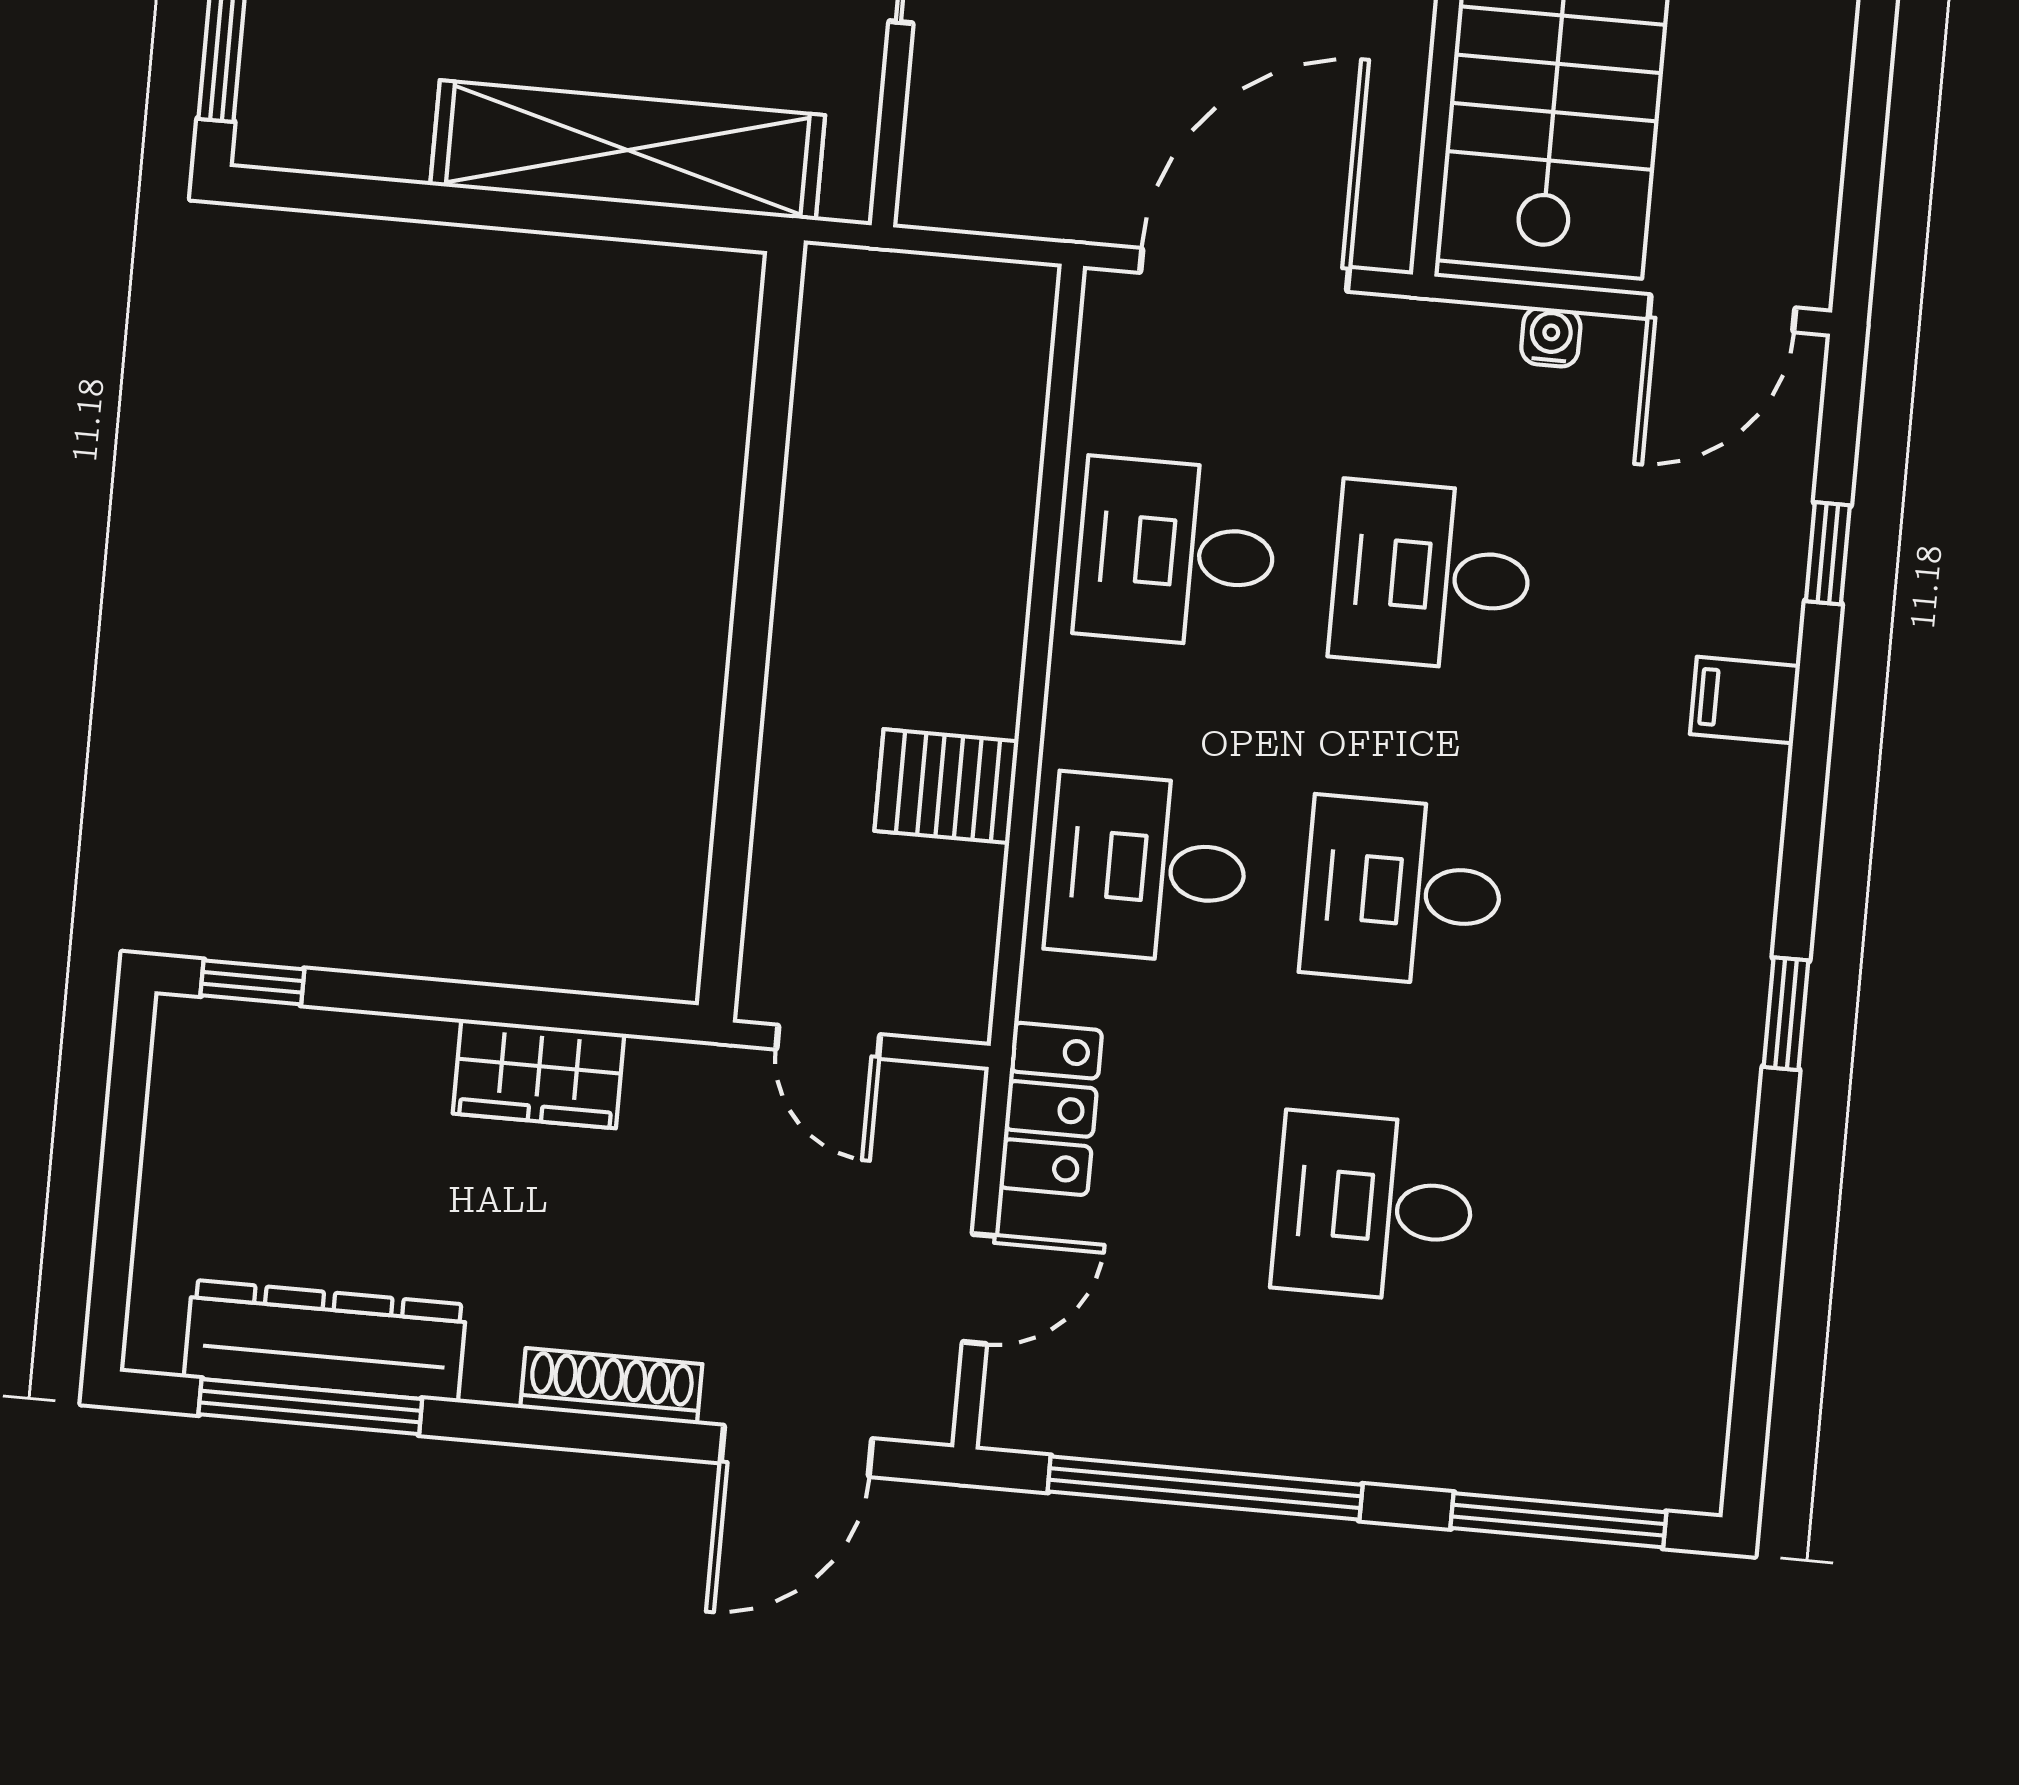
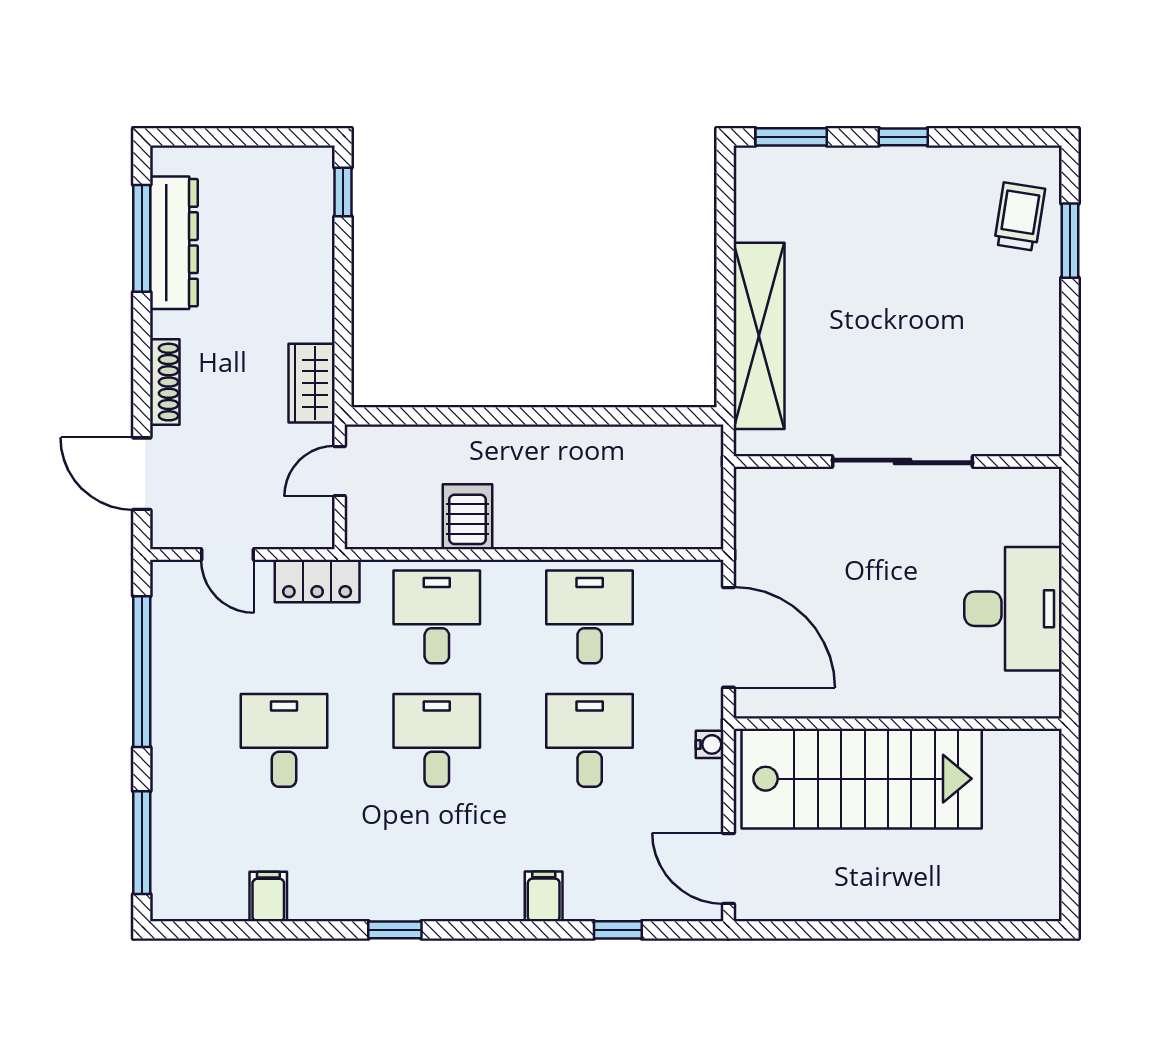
water cooler: (1551, 337) -> (710, 744), moved
wardrobe: (539, 1074) -> (312, 383), moved
filing cabinet: (1693, 1269) -> (268, 897), added

